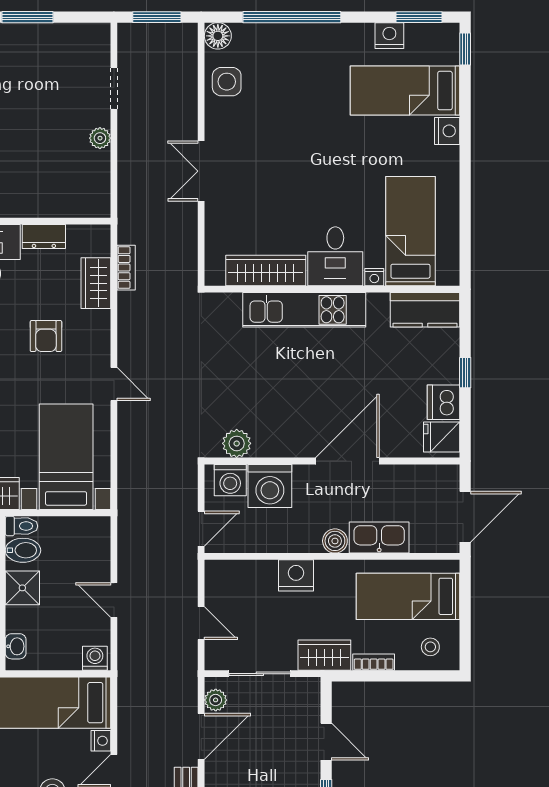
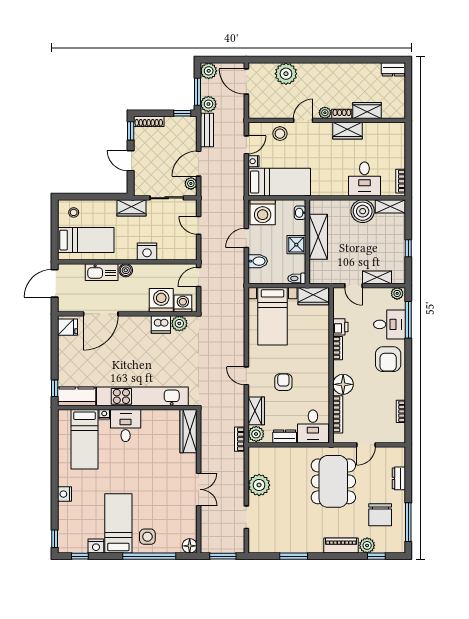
window: (419, 17) -> (80, 556), width x0.67
side table: (227, 82) -> (147, 537), moved
bed: (405, 91) -> (118, 523), moved, turned -90
plant: (100, 138) -> (259, 485), width x1.87, depth x1.87
double door: (201, 171) -> (199, 489), moved
plant: (96, 241) -> (256, 434), added
bookcase: (126, 268) -> (240, 439), moved
wardrobe: (266, 271) -> (189, 431), moved, turned 90
kitchen unit: (304, 310) -> (142, 396), width x1.36
window: (465, 373) -> (55, 388), moved
door: (114, 384) -> (246, 376), moved
dishwasher: (444, 402) -> (161, 325), moved, turned 90
door: (347, 461) -> (101, 314), moved
bidet: (23, 550) -> (258, 261), moved, turned 180
door: (114, 600) -> (246, 238), swing flipped
washing machine: (95, 658) -> (263, 212), width x1.89, depth x1.89
bookcase: (374, 662) -> (105, 204), removed

